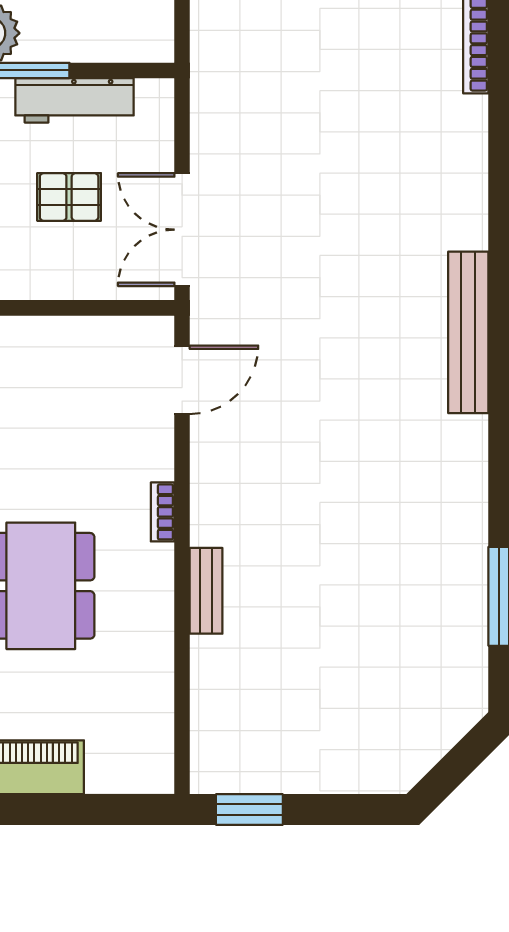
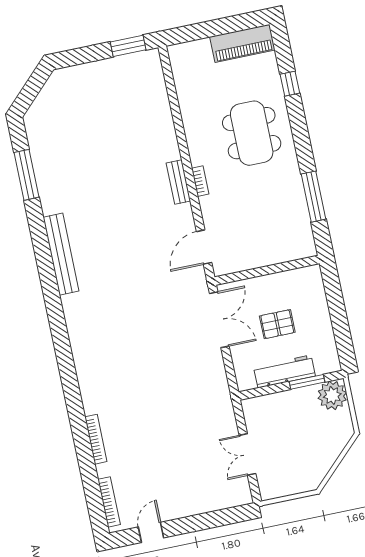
bench: (468, 332) -> (61, 254), moved
bench: (206, 591) -> (178, 182), moved

